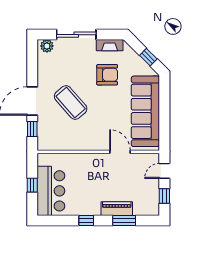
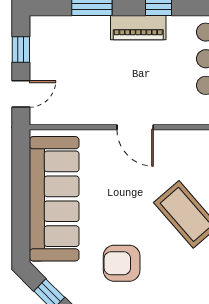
door: (120, 152) -> (135, 127), moved
piano: (117, 209) -> (138, 28), moved

